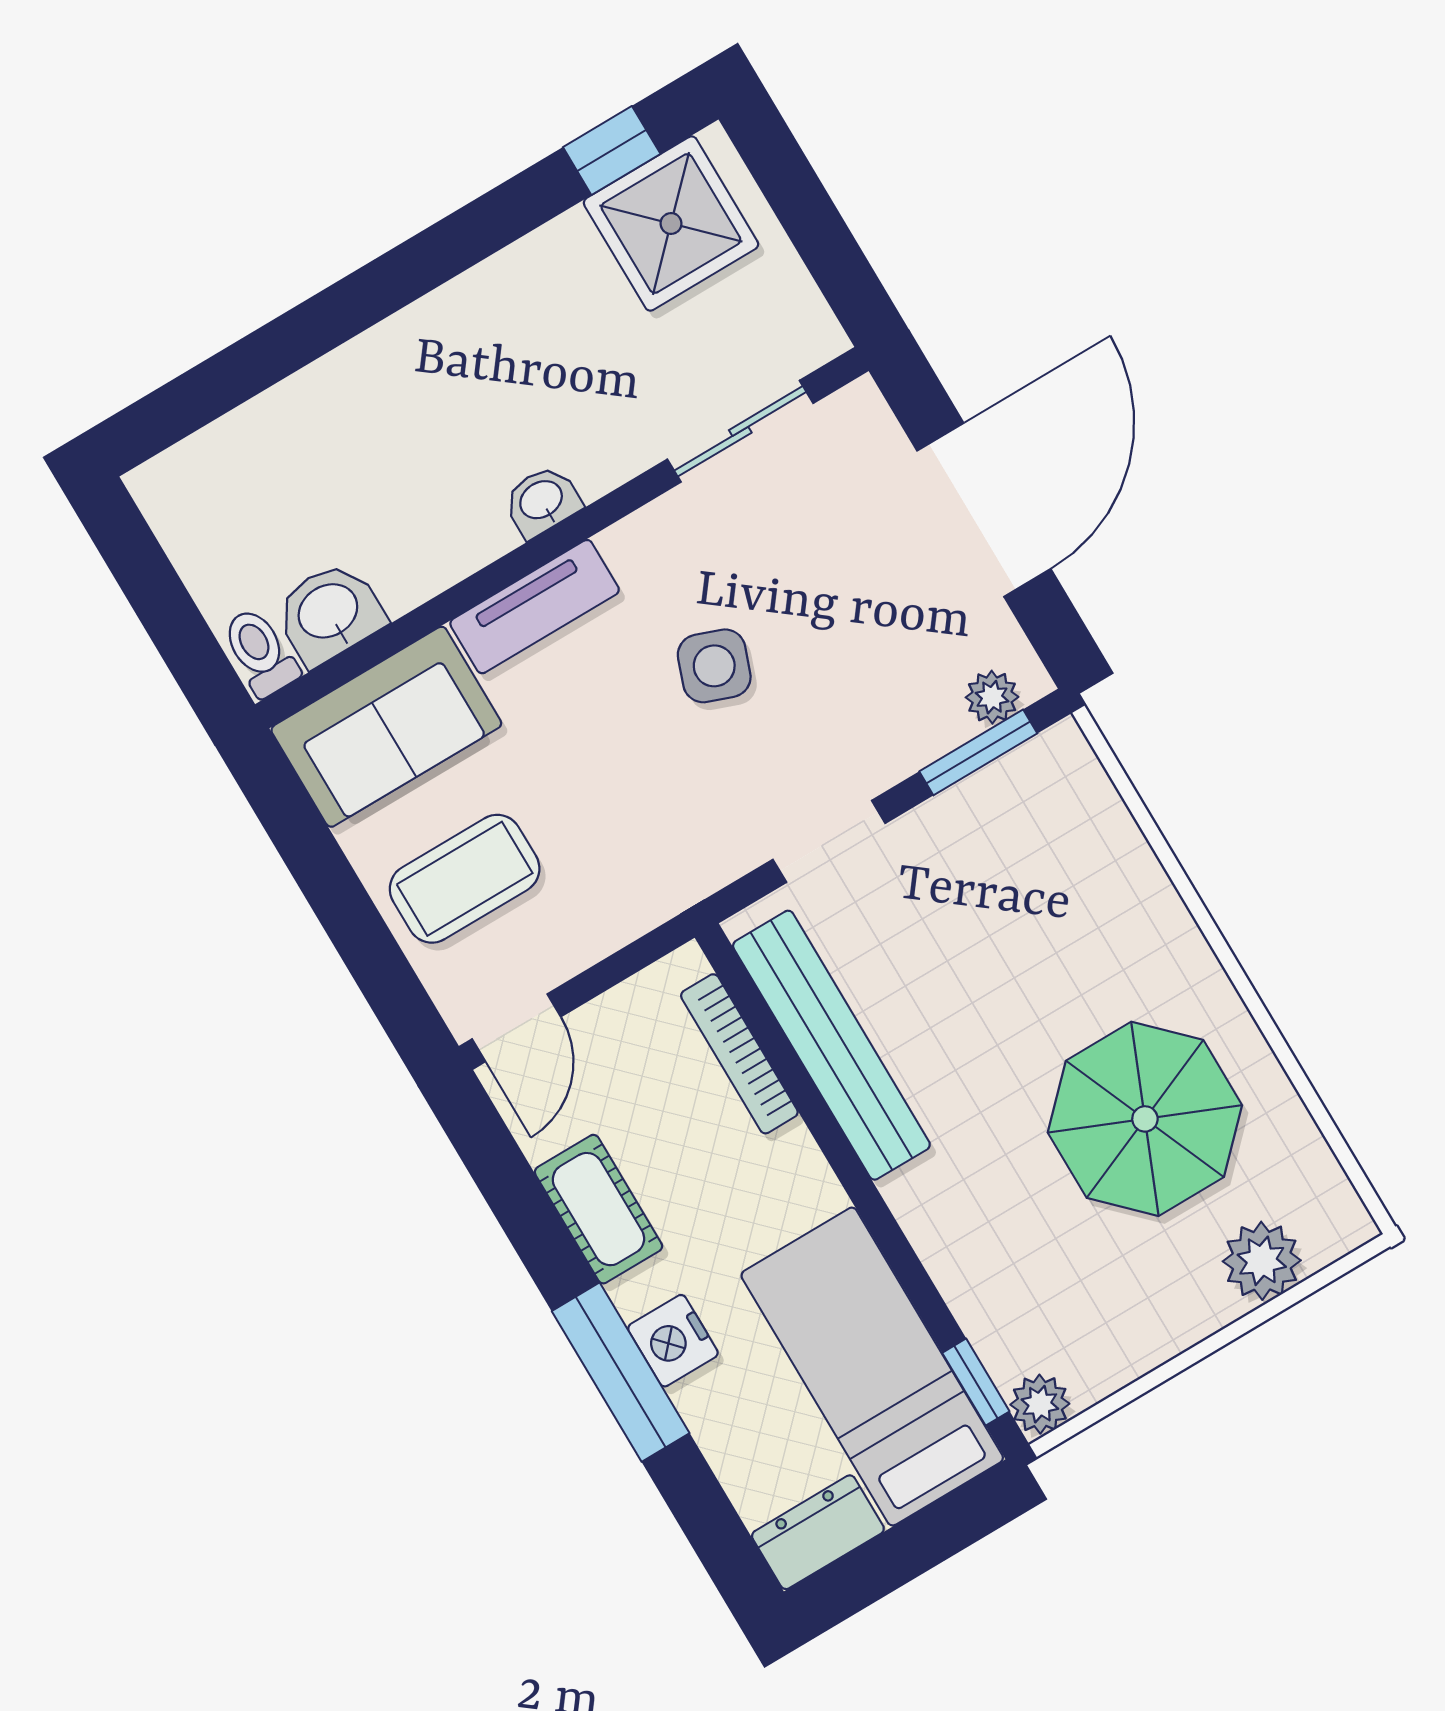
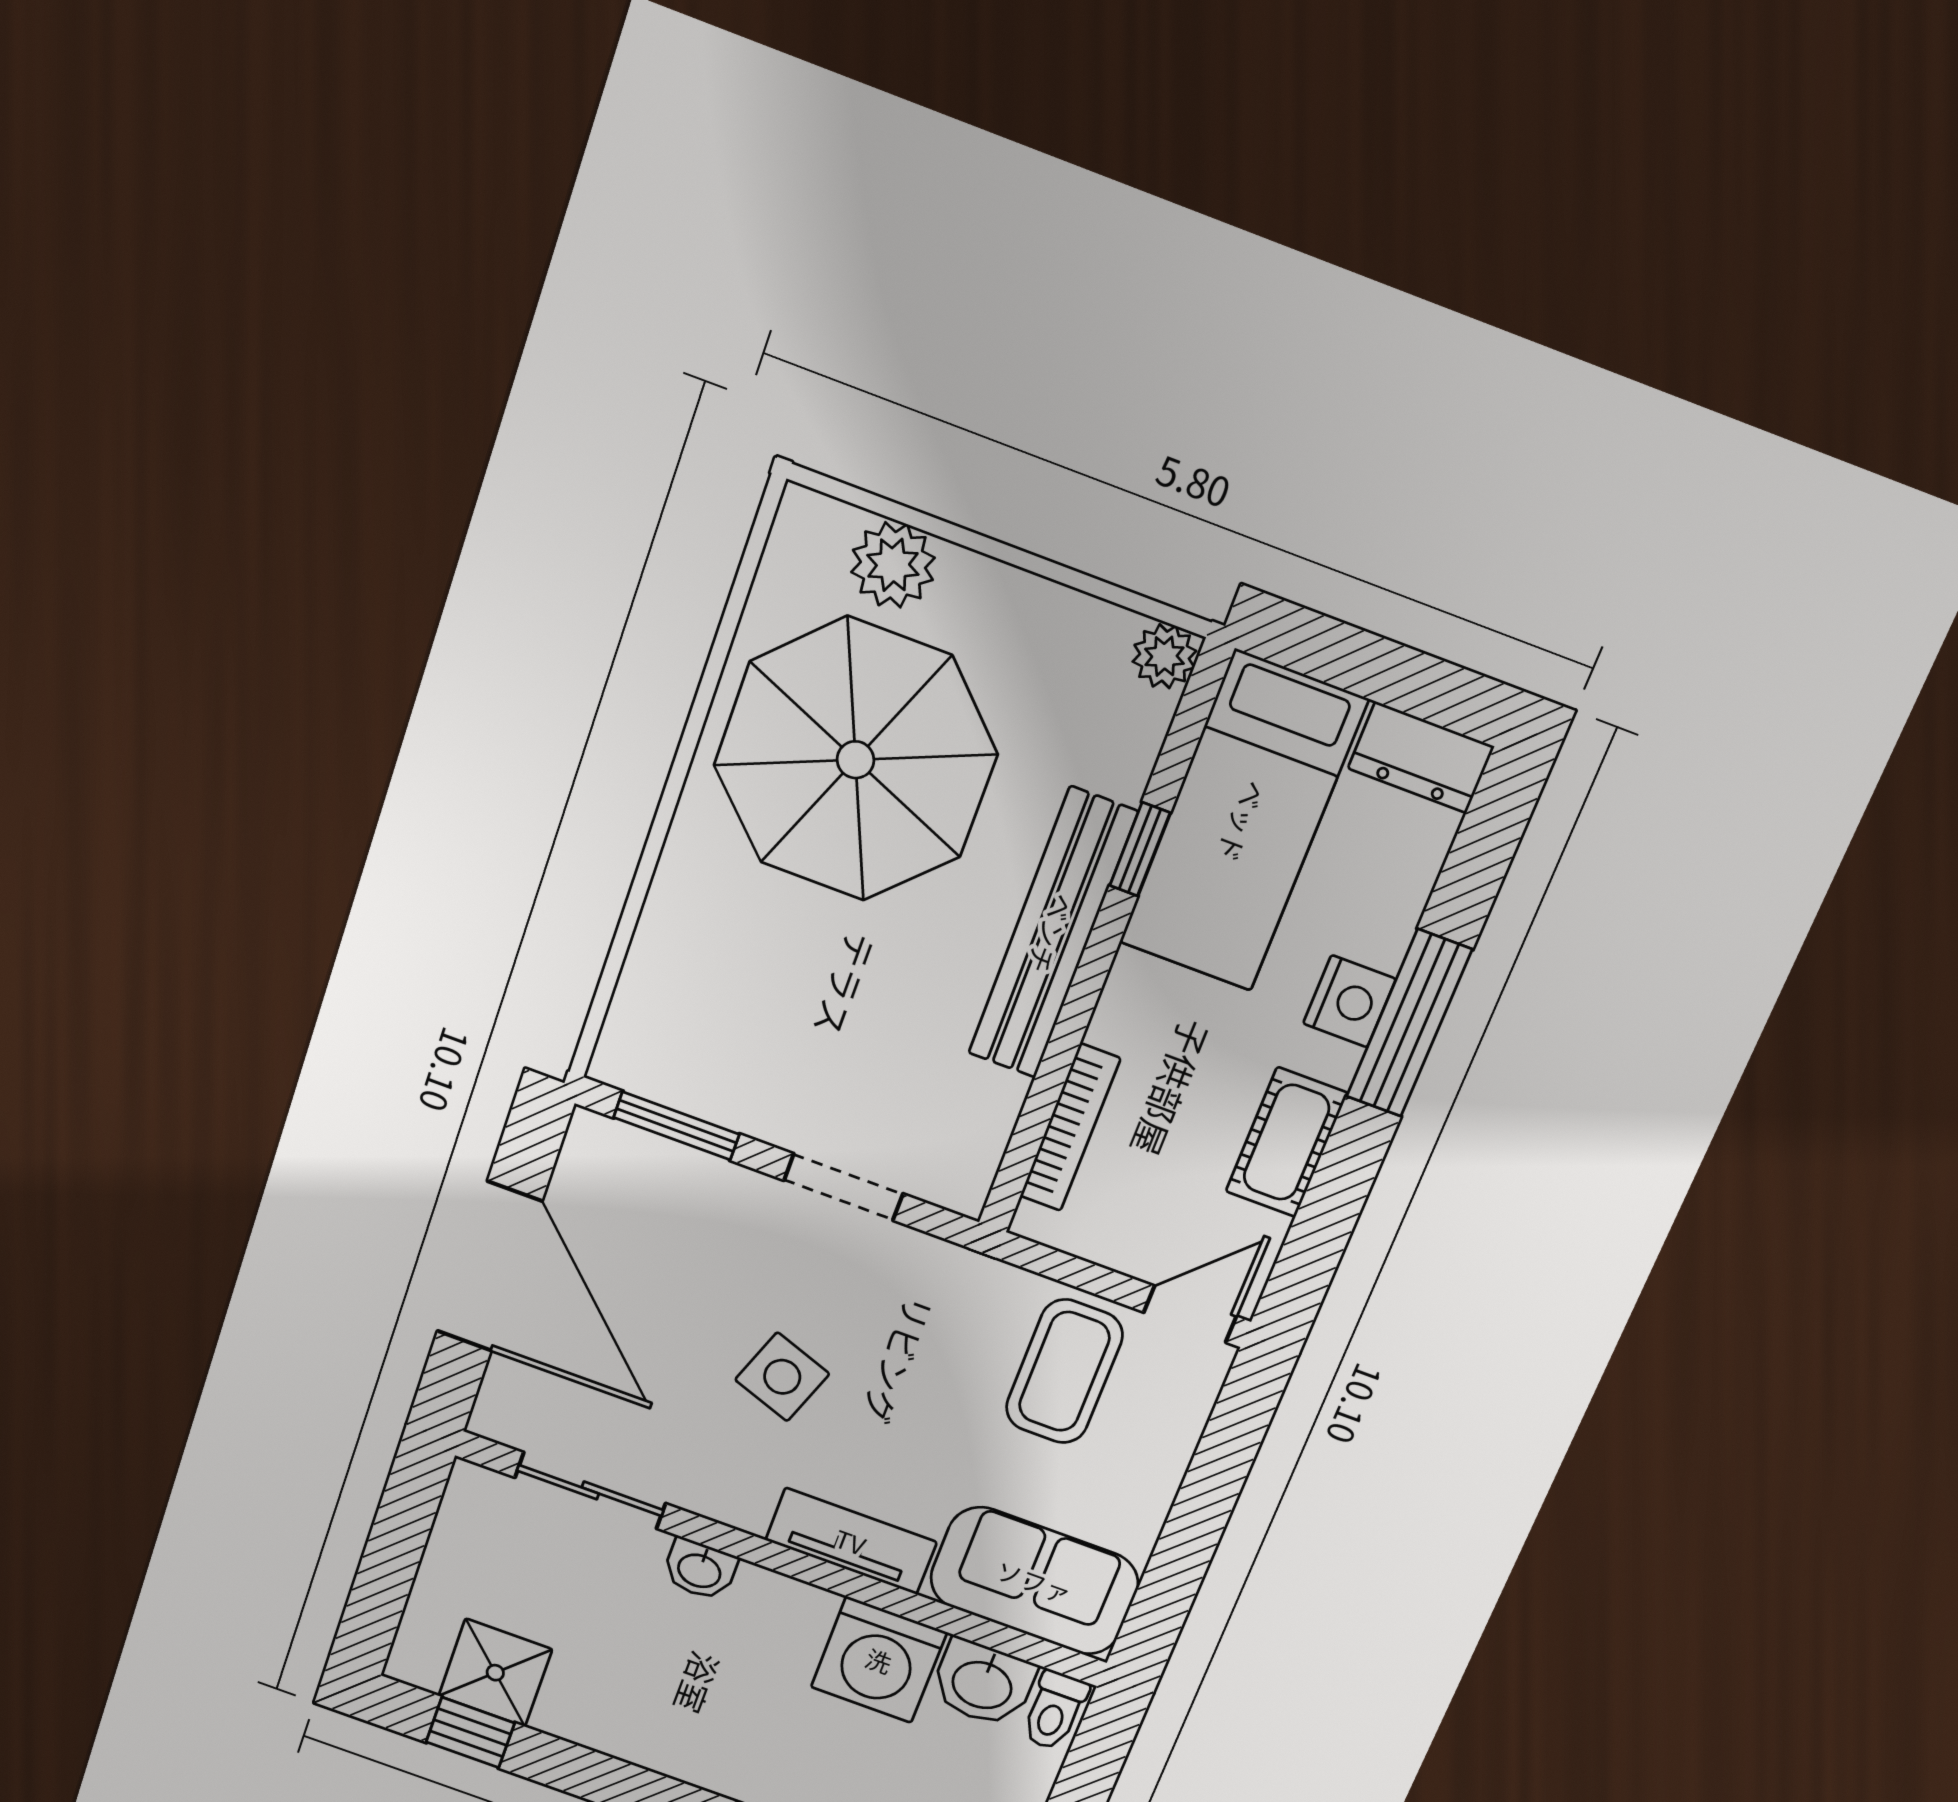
shower: (671, 224) -> (495, 1673), width x0.73, depth x0.73
washbasin: (542, 501) -> (700, 1569), moved
door: (984, 510) -> (489, 1266), swing flipped
washing machine: (415, 545) -> (879, 1660), added
plant: (992, 697) -> (625, 1149), removed
coffee table: (465, 879) -> (1064, 1371), moved, turned 90
bench: (831, 1045) -> (1052, 934), moved
parasol: (1145, 1119) -> (855, 760), width x1.36, depth x1.36
window: (976, 1382) -> (1140, 849), moved

